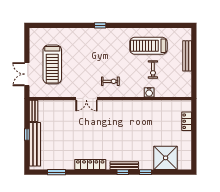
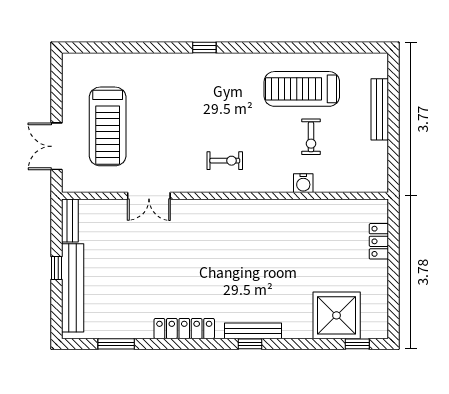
double door: (86, 99) -> (149, 196), moved
window: (145, 172) -> (357, 344), moved

